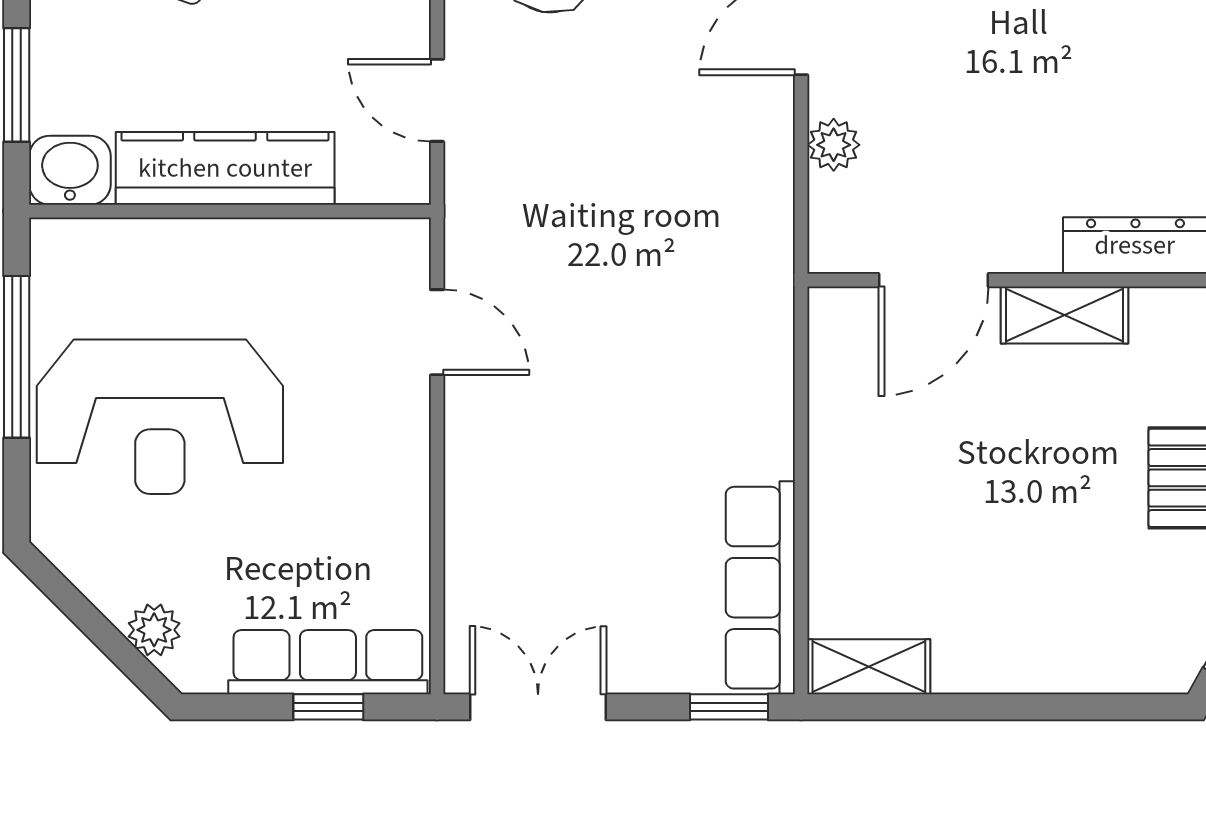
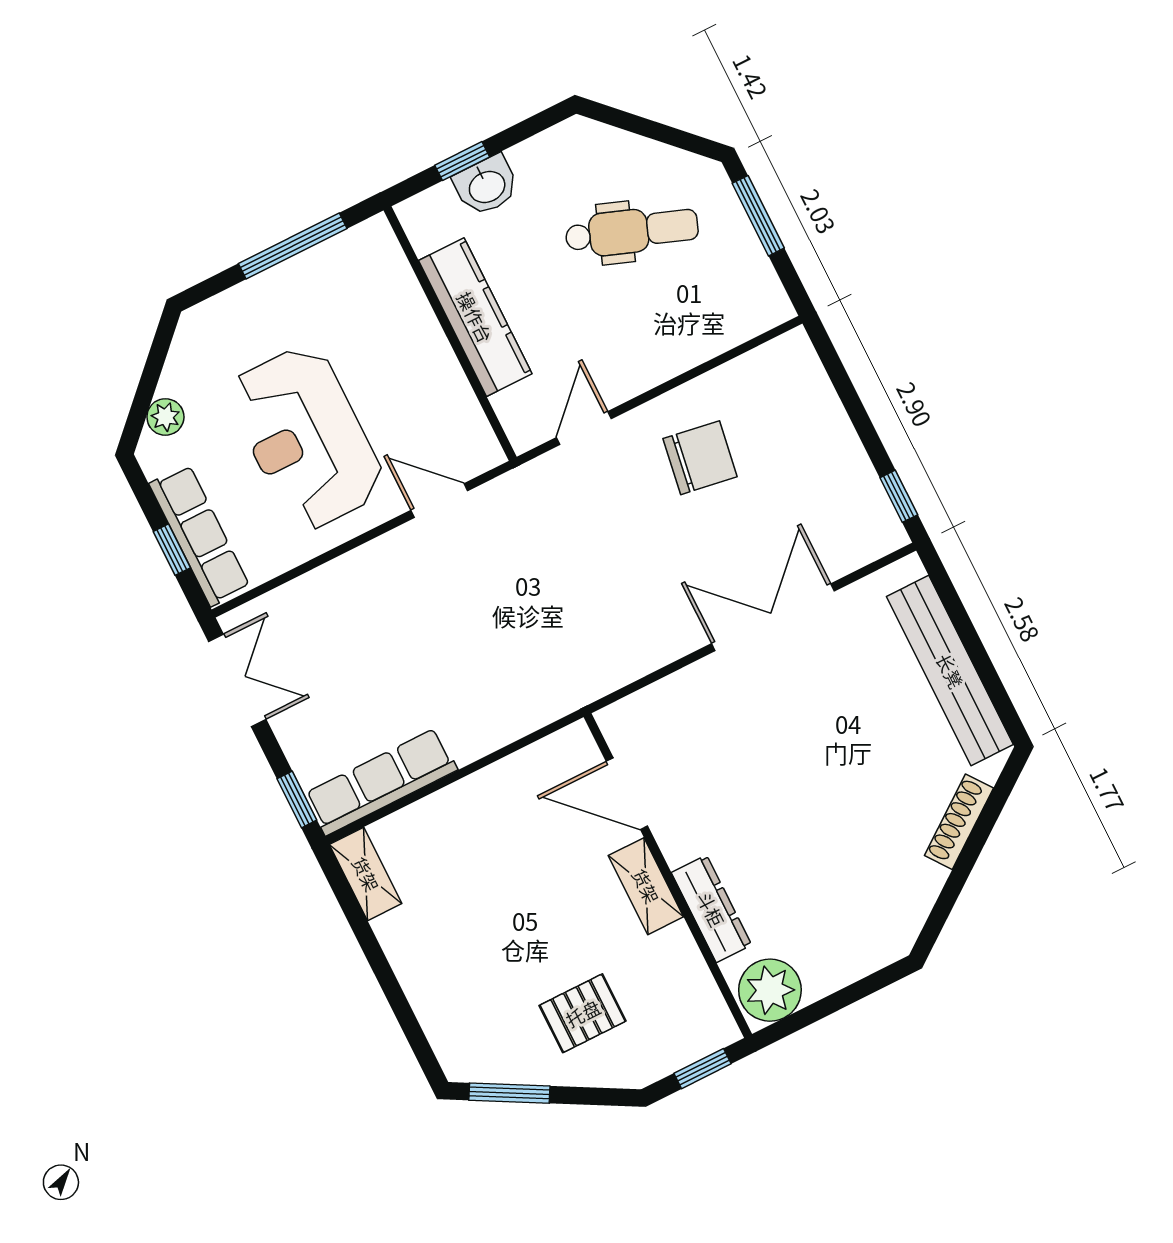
window: (17, 85) -> (462, 161), width x0.67
plant: (834, 145) -> (680, 689), removed
washbasin: (70, 170) -> (486, 186), moved, turned 90
door: (437, 332) -> (439, 500), swing flipped
reception desk: (160, 417) -> (306, 438), moved

